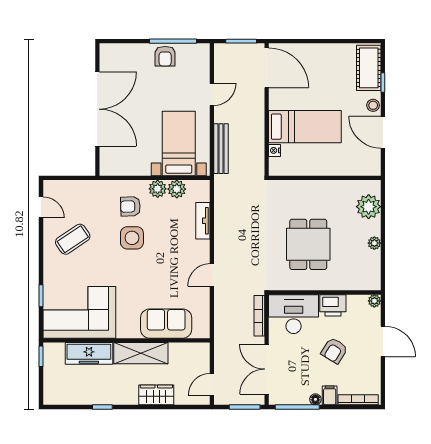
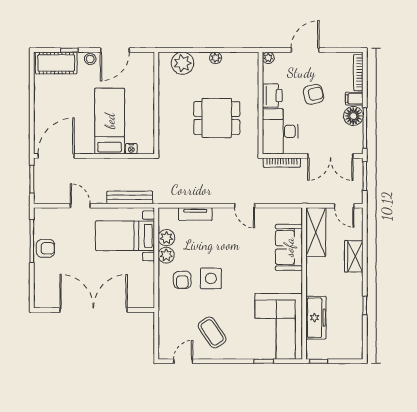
armchair: (334, 351) -> (313, 94), turned -45
shelving: (141, 353) -> (316, 232), moved
floor lamp: (315, 399) -> (353, 116), width x1.89, depth x1.89

